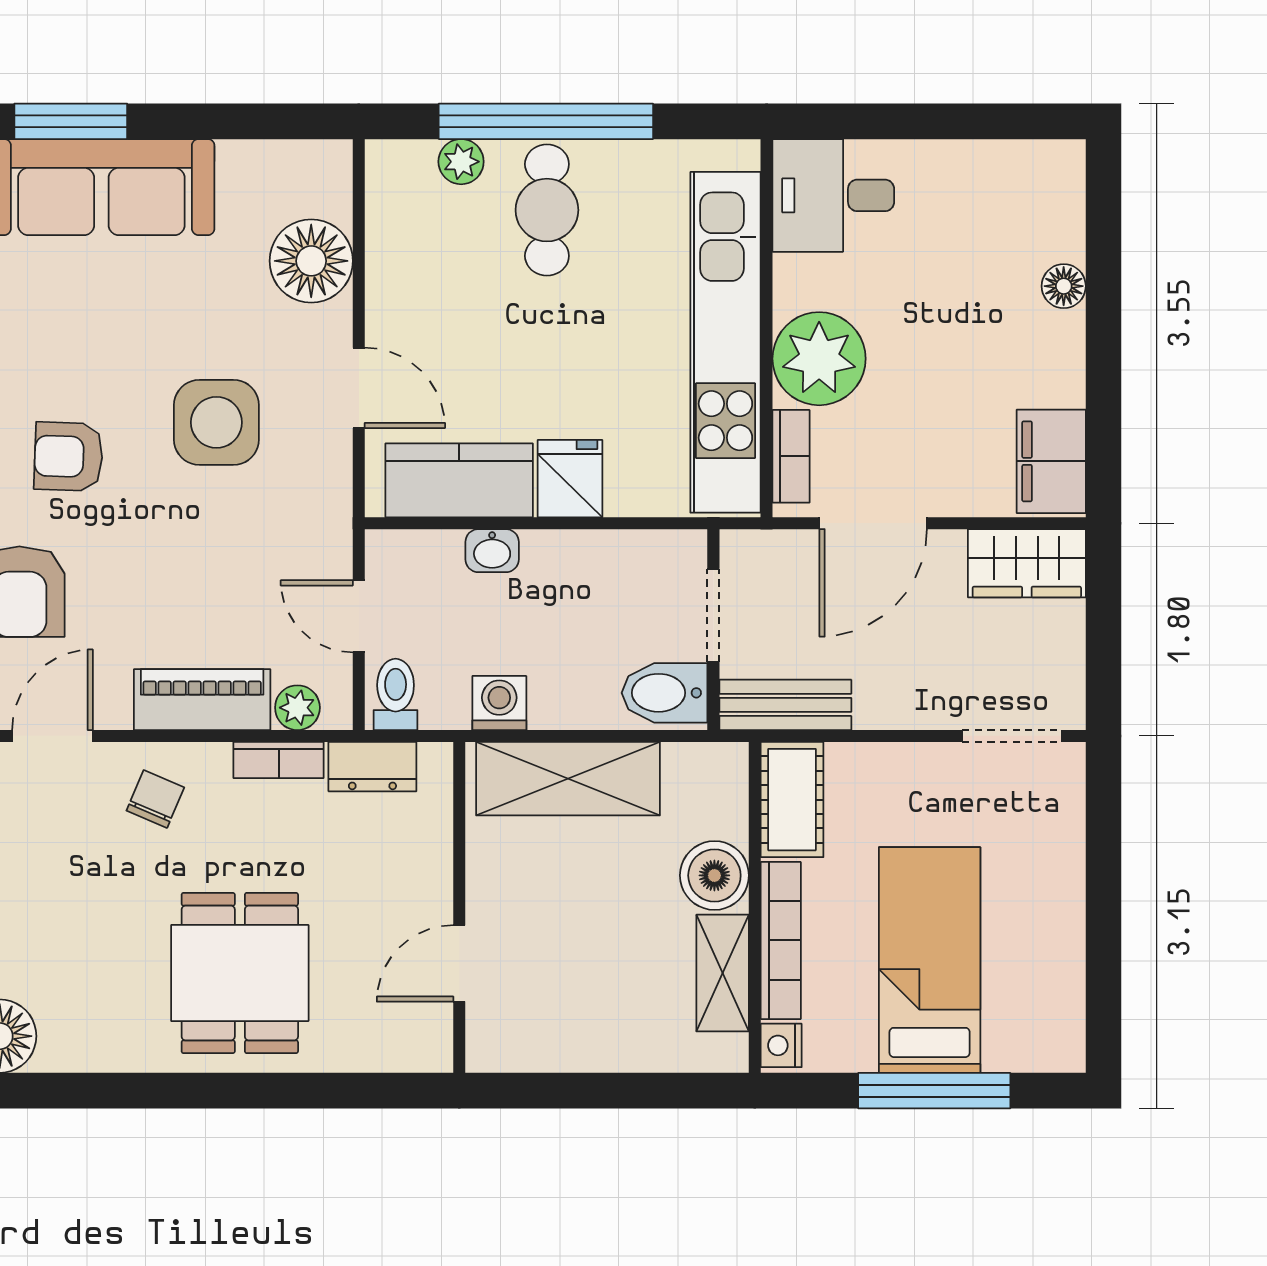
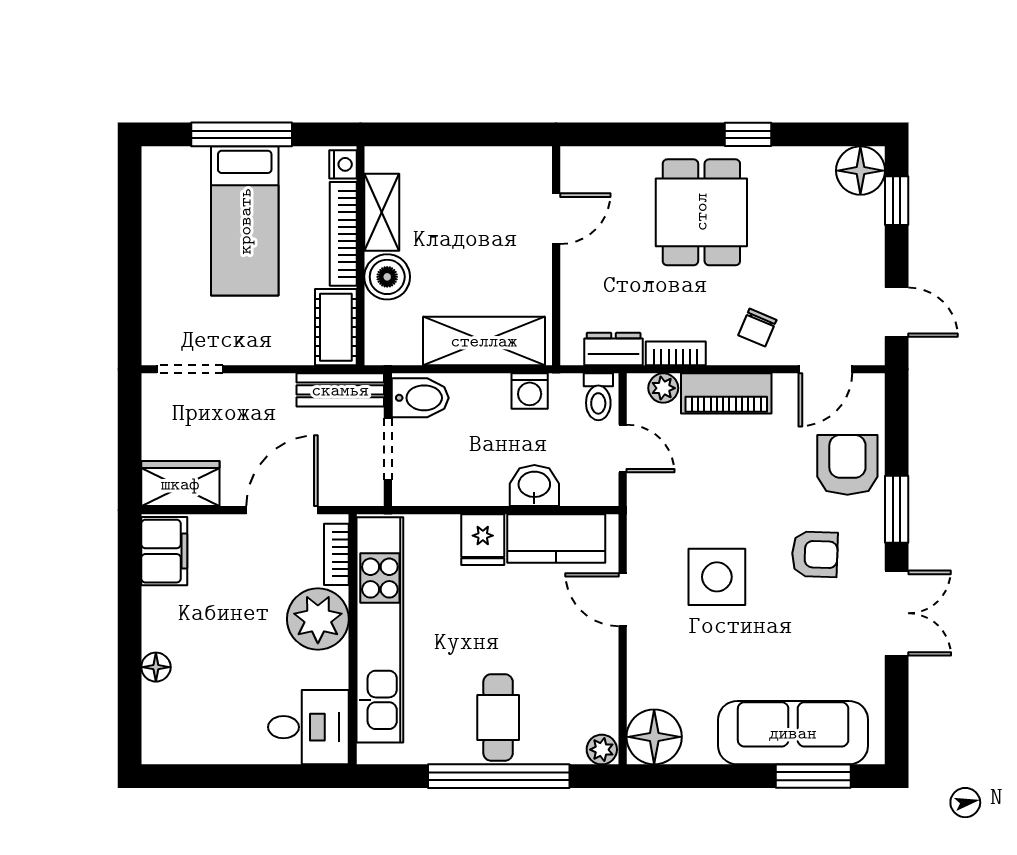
plant: (461, 162) -> (602, 750), moved
floor lamp: (311, 261) -> (654, 737), moved
washbasin: (492, 551) -> (534, 486), width x1.38, depth x1.45
window: (169, 1091) -> (748, 134), added

